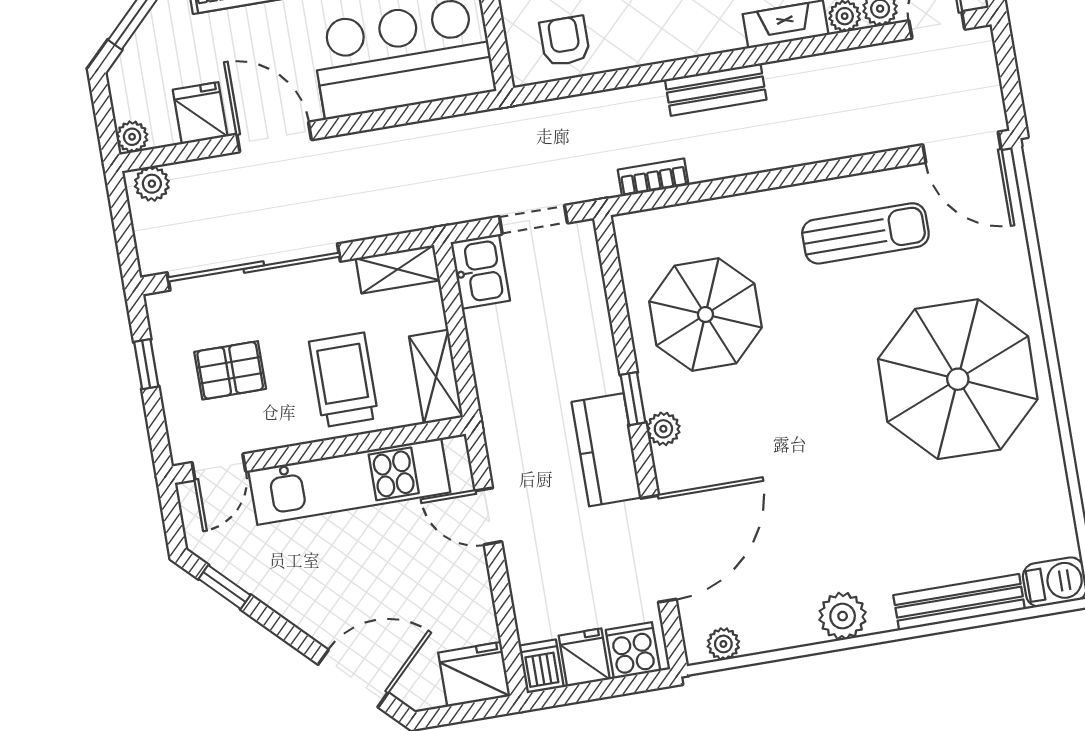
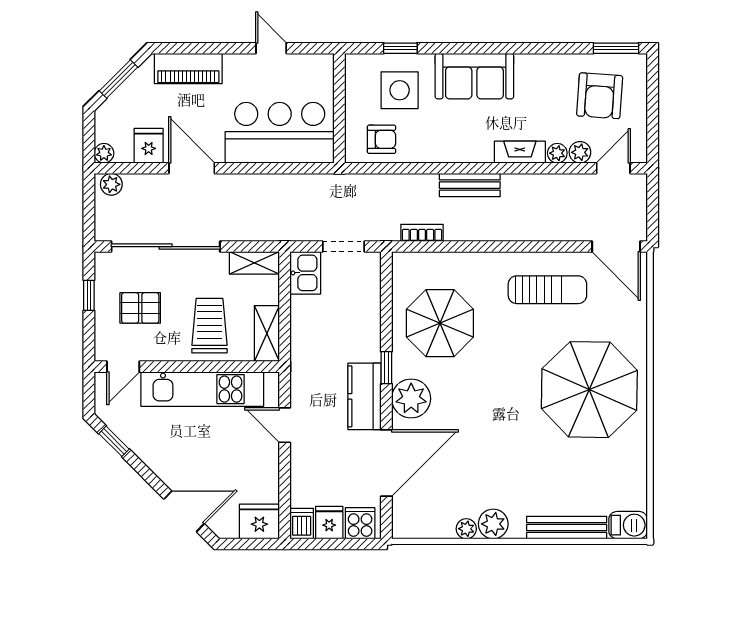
armchair: (565, 41) -> (382, 139), turned 90
plant: (663, 429) -> (411, 398), width x1.88, depth x1.88
plant: (723, 644) -> (466, 529), moved

